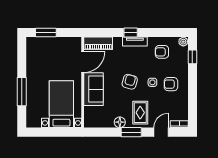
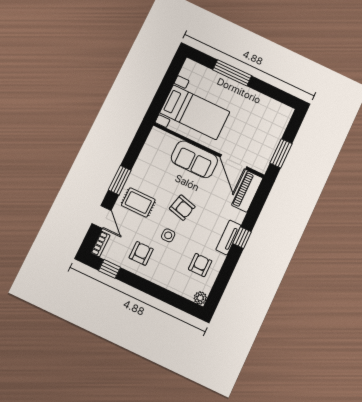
window: (46, 32) -> (281, 153), moved
window: (192, 57) -> (110, 269), moved
armchair: (171, 84) -> (141, 253), moved
floor lamp: (120, 122) -> (139, 172), removed

